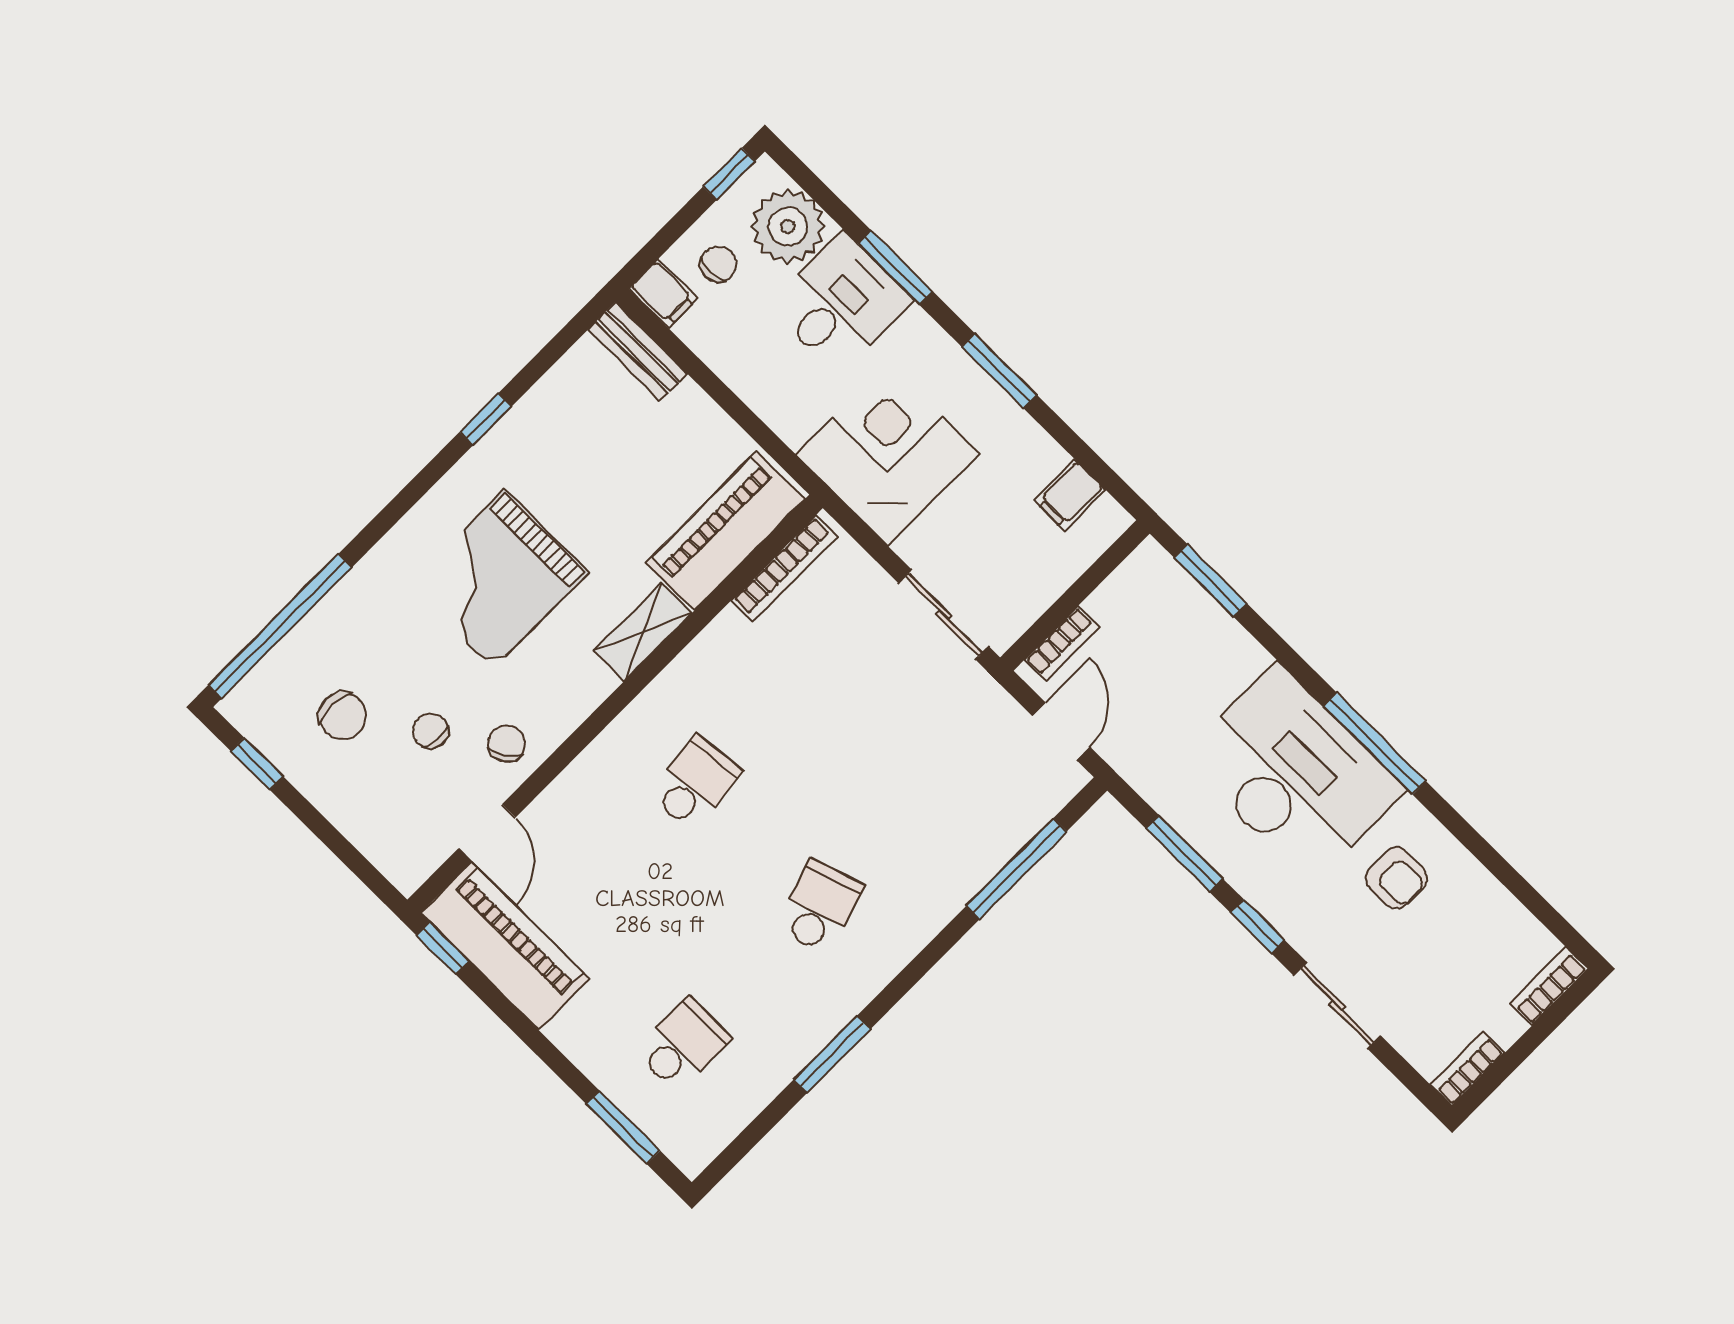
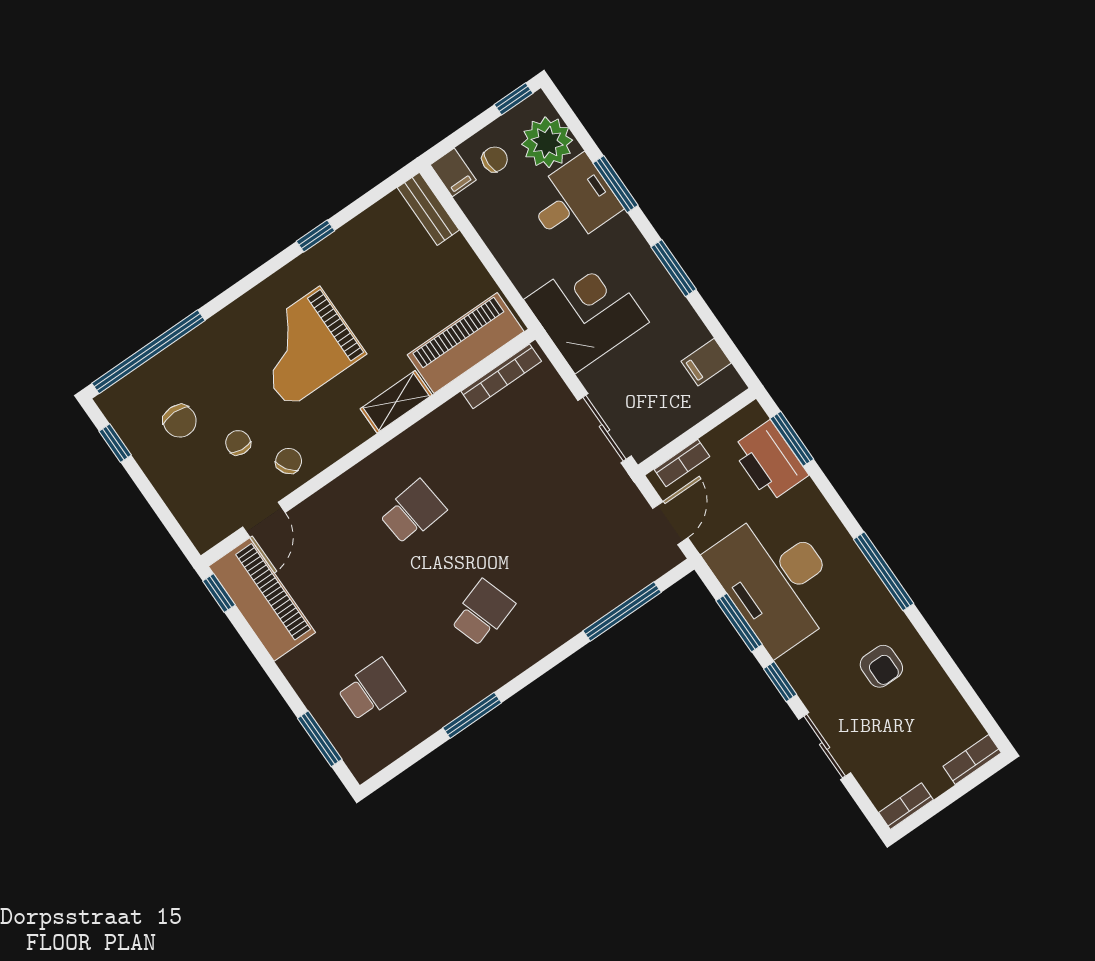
printer: (1185, 618) -> (770, 461), added
desk: (1294, 774) -> (776, 580), moved, turned 180

